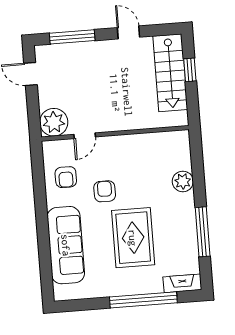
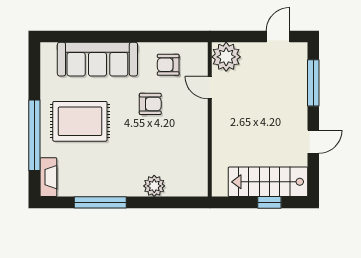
rug: (133, 238) -> (80, 121), moved

